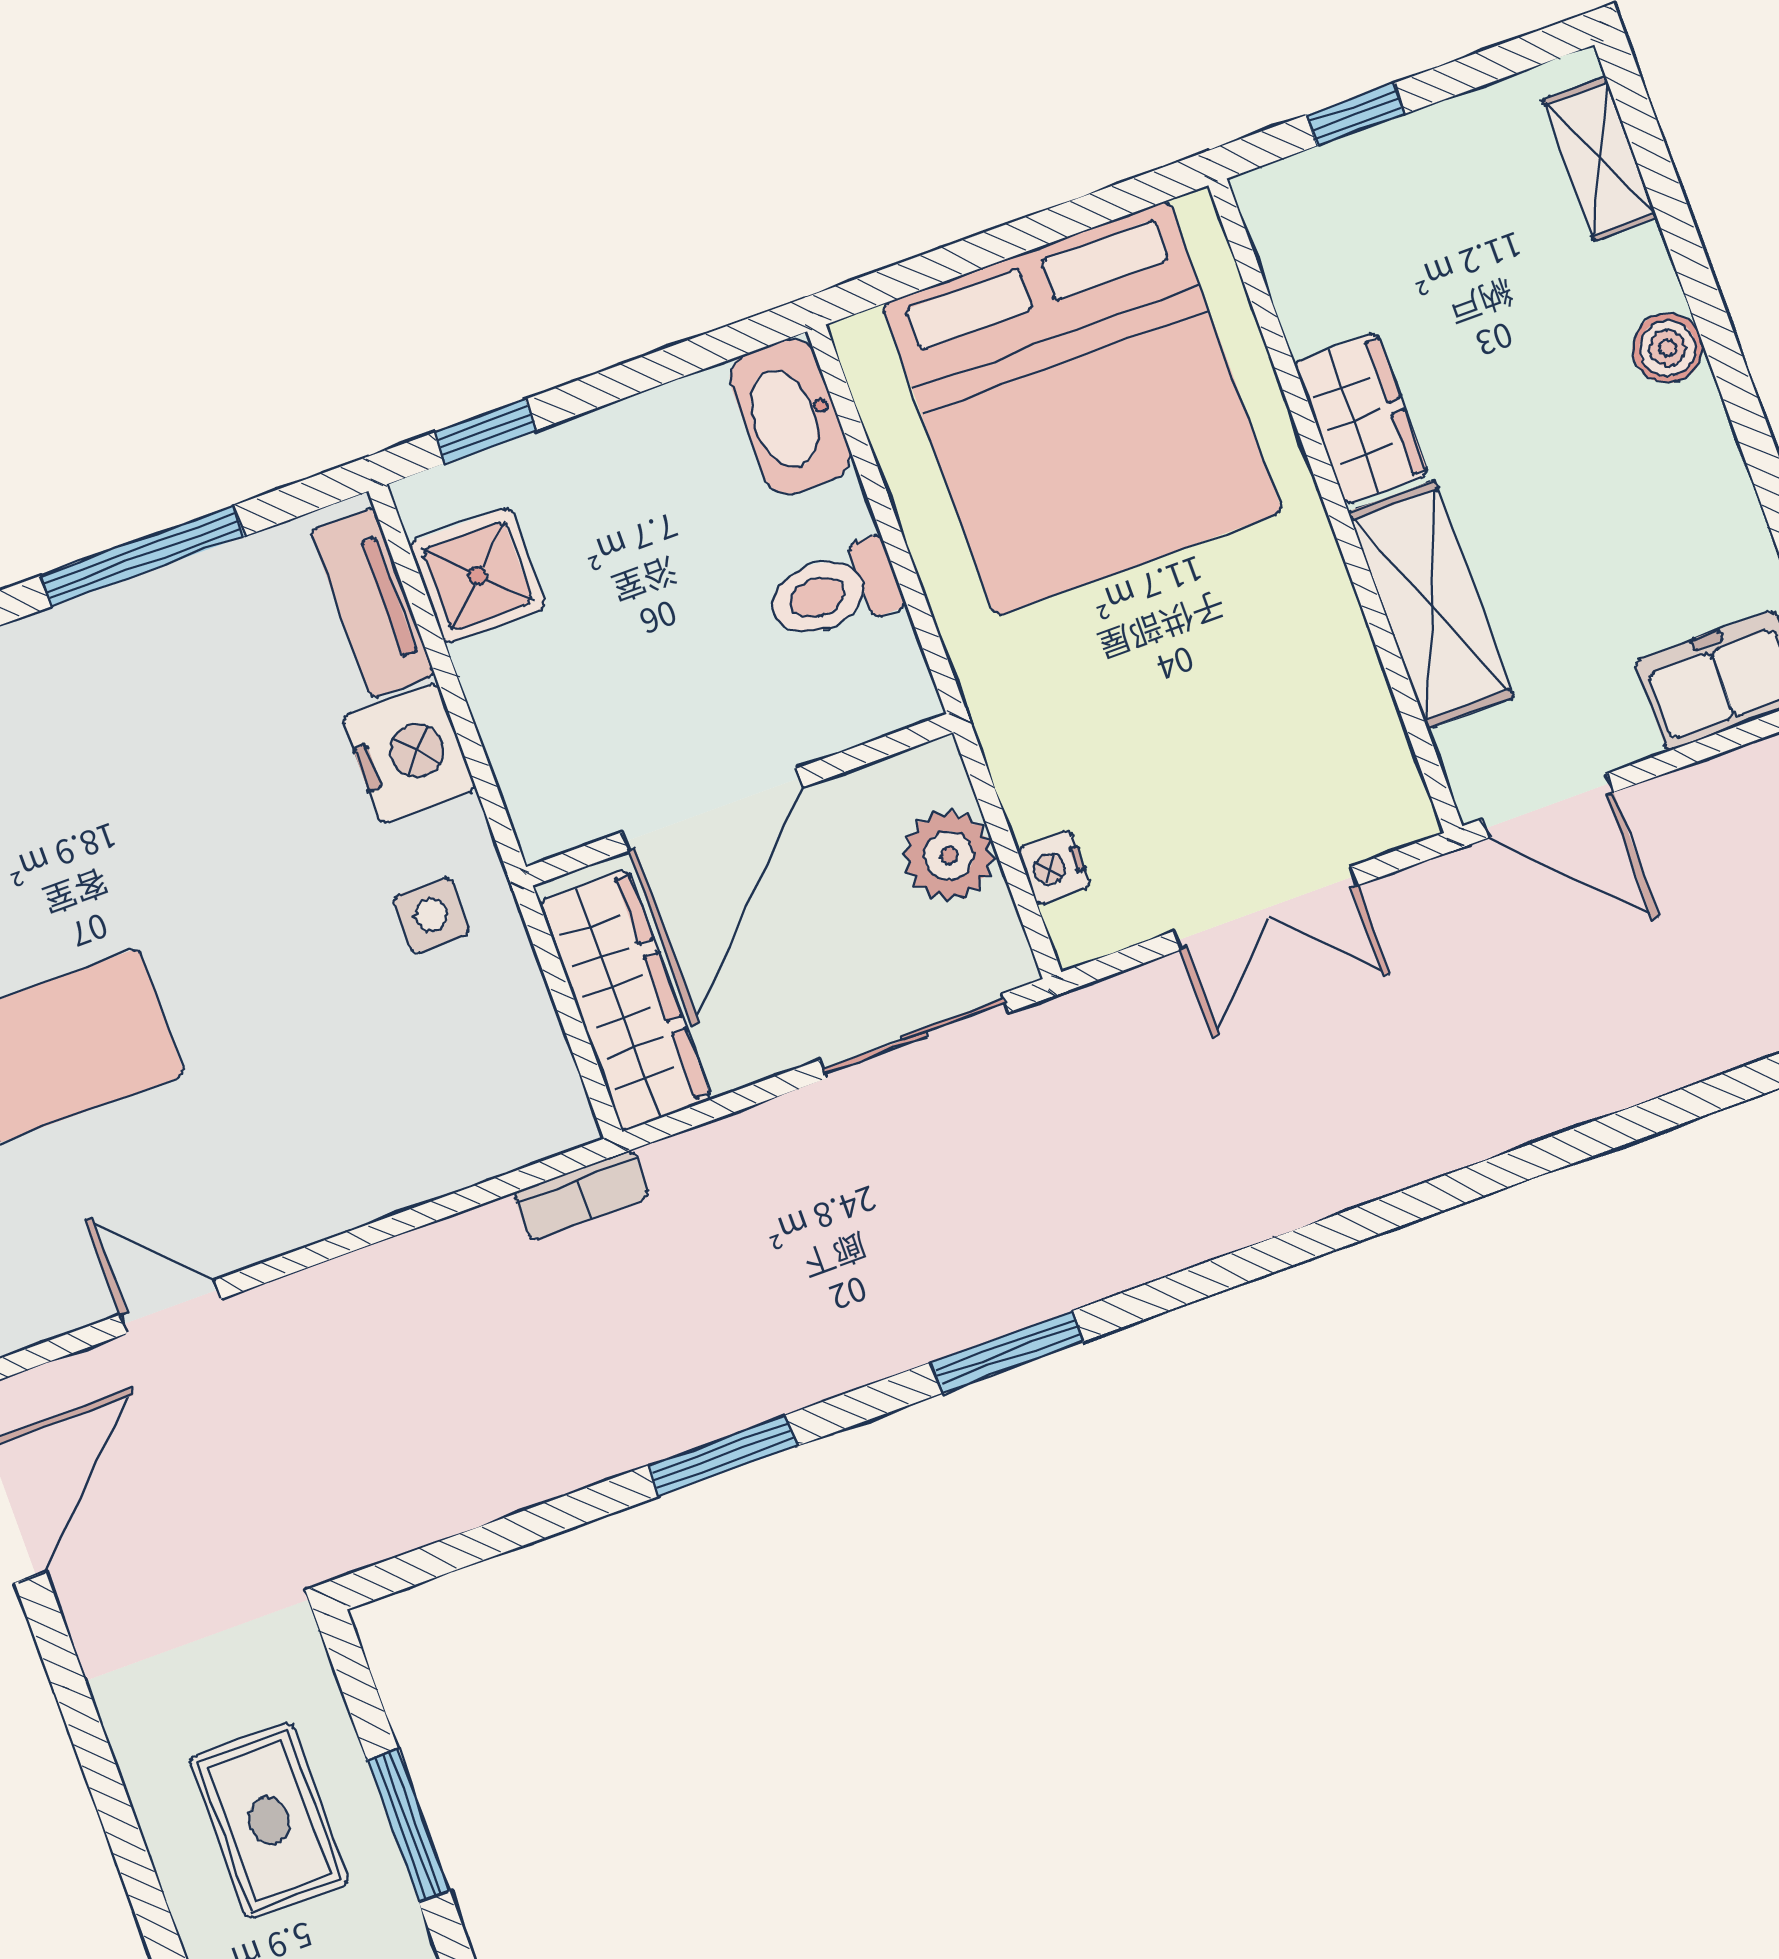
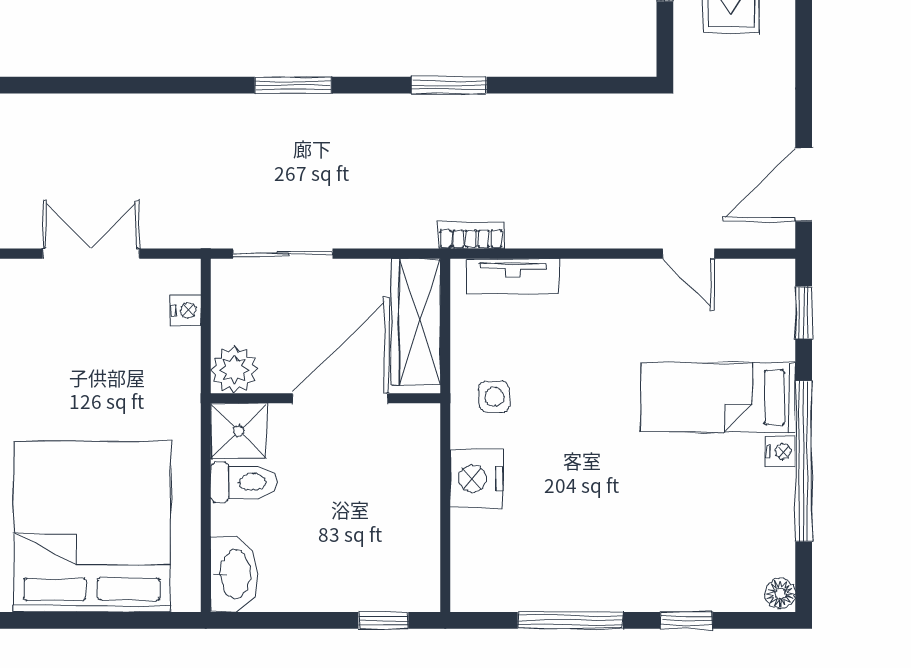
shower: (478, 576) -> (239, 431), moved
tv unit: (373, 603) -> (513, 276), moved, turned 90
plant: (949, 856) -> (234, 370), moved

